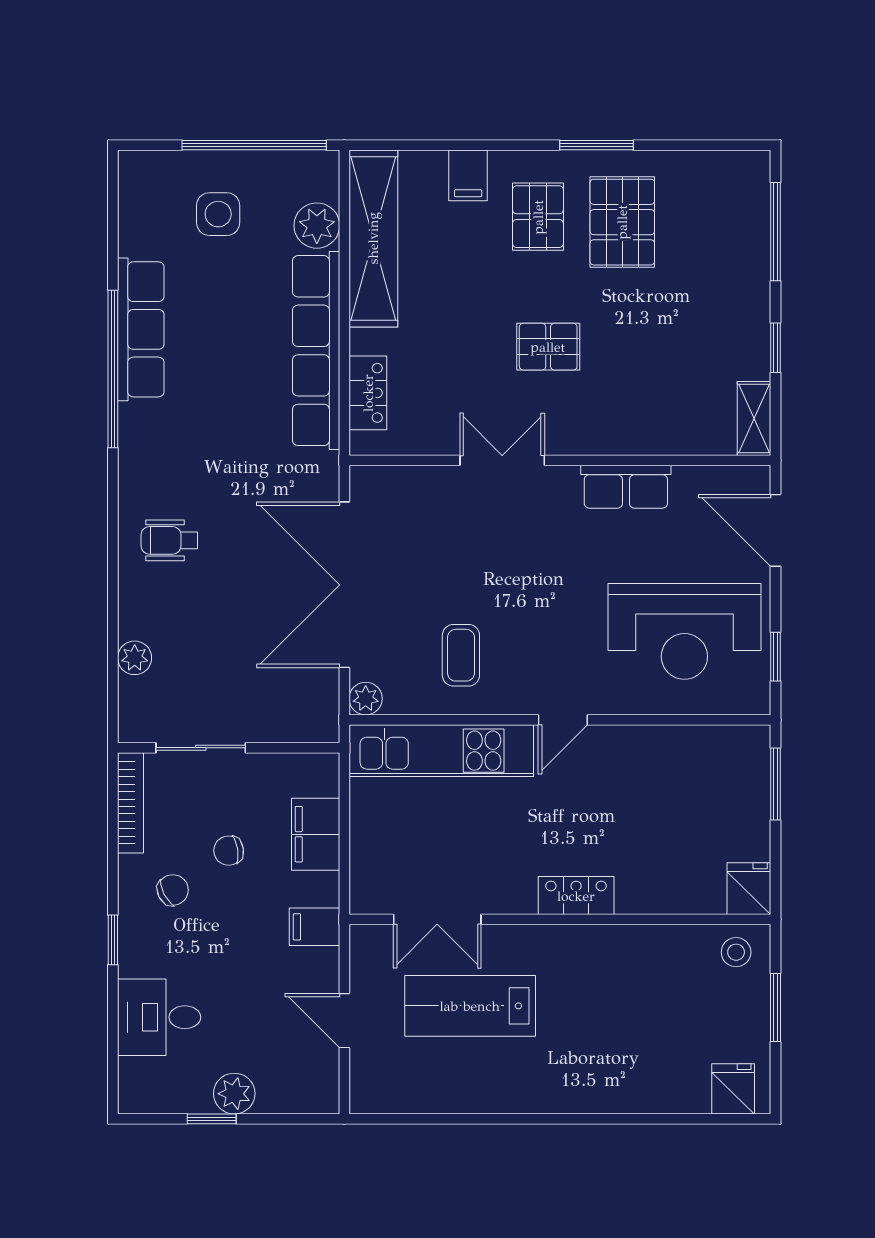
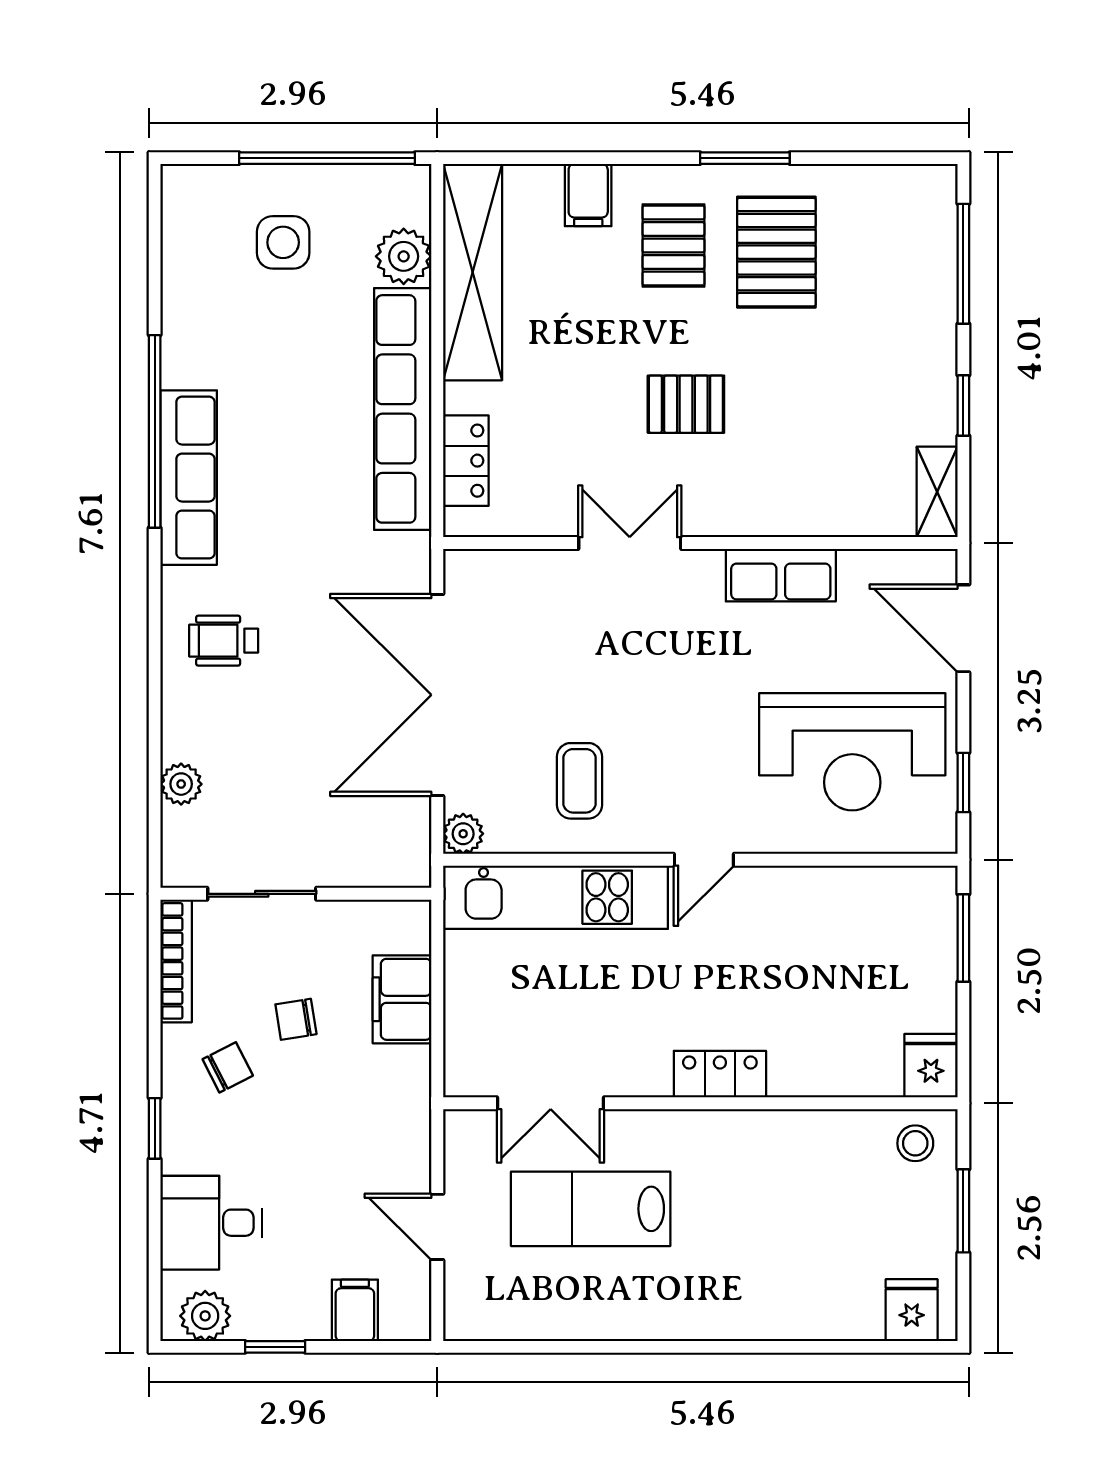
row of seats: (141, 329) -> (189, 478), moved
filing cabinet: (314, 927) -> (355, 1310), moved, turned 90
plant: (234, 1094) -> (205, 1316), moved

